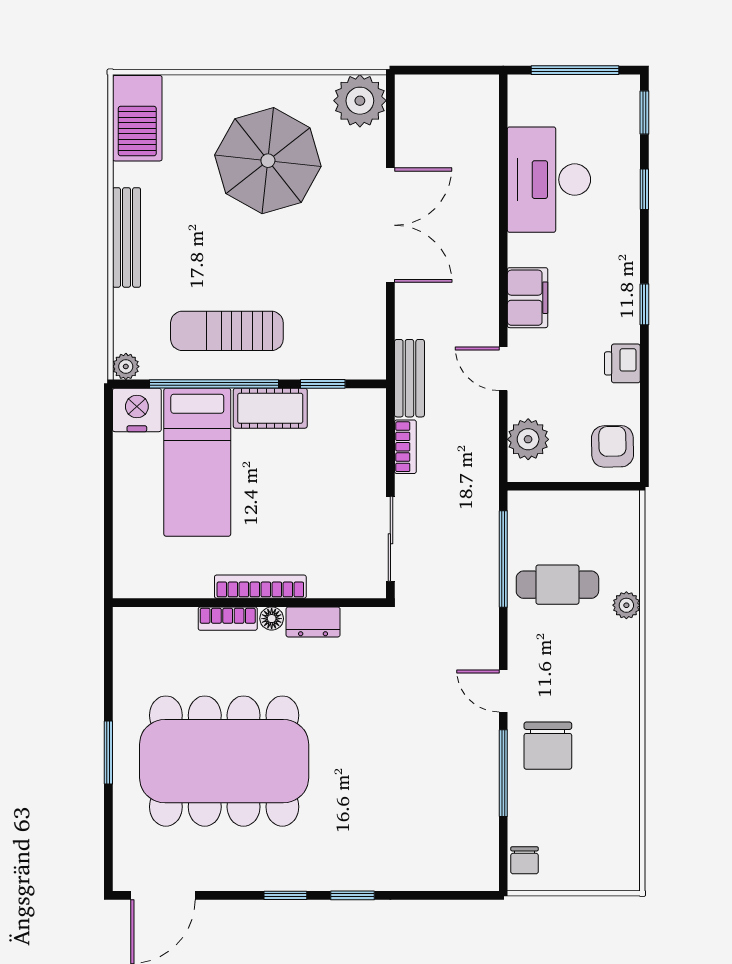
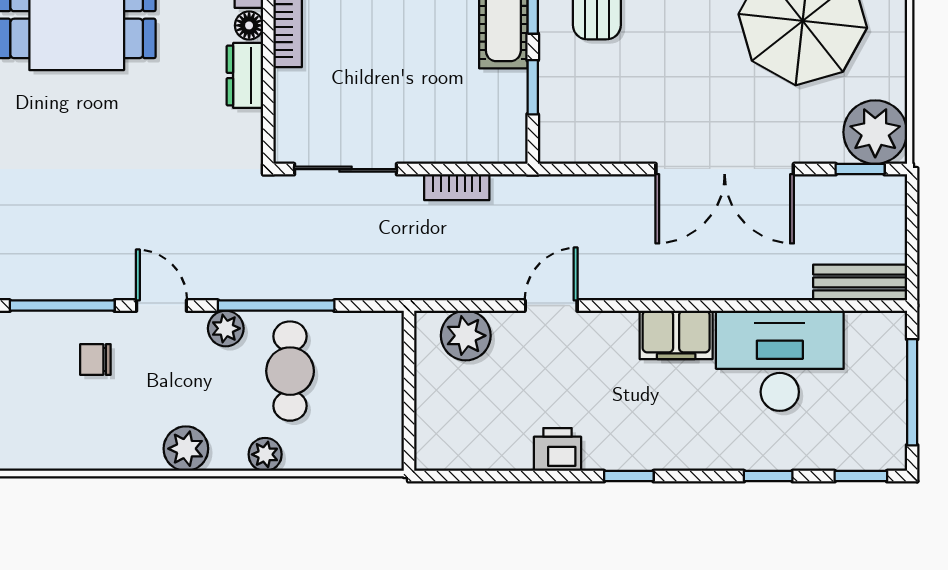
window: (390, 113) -> (860, 169), added
filing cabinet: (528, 298) -> (676, 335), moved
bench: (409, 378) -> (860, 282), moved
armchair: (613, 446) -> (457, 438), removed
window: (503, 559) -> (276, 306), moved
plant: (522, 638) -> (226, 328), added
plant: (622, 671) -> (186, 449), added
door: (503, 691) -> (162, 306), hinge flipped
chair: (548, 746) -> (95, 359), width x0.54, depth x0.54

